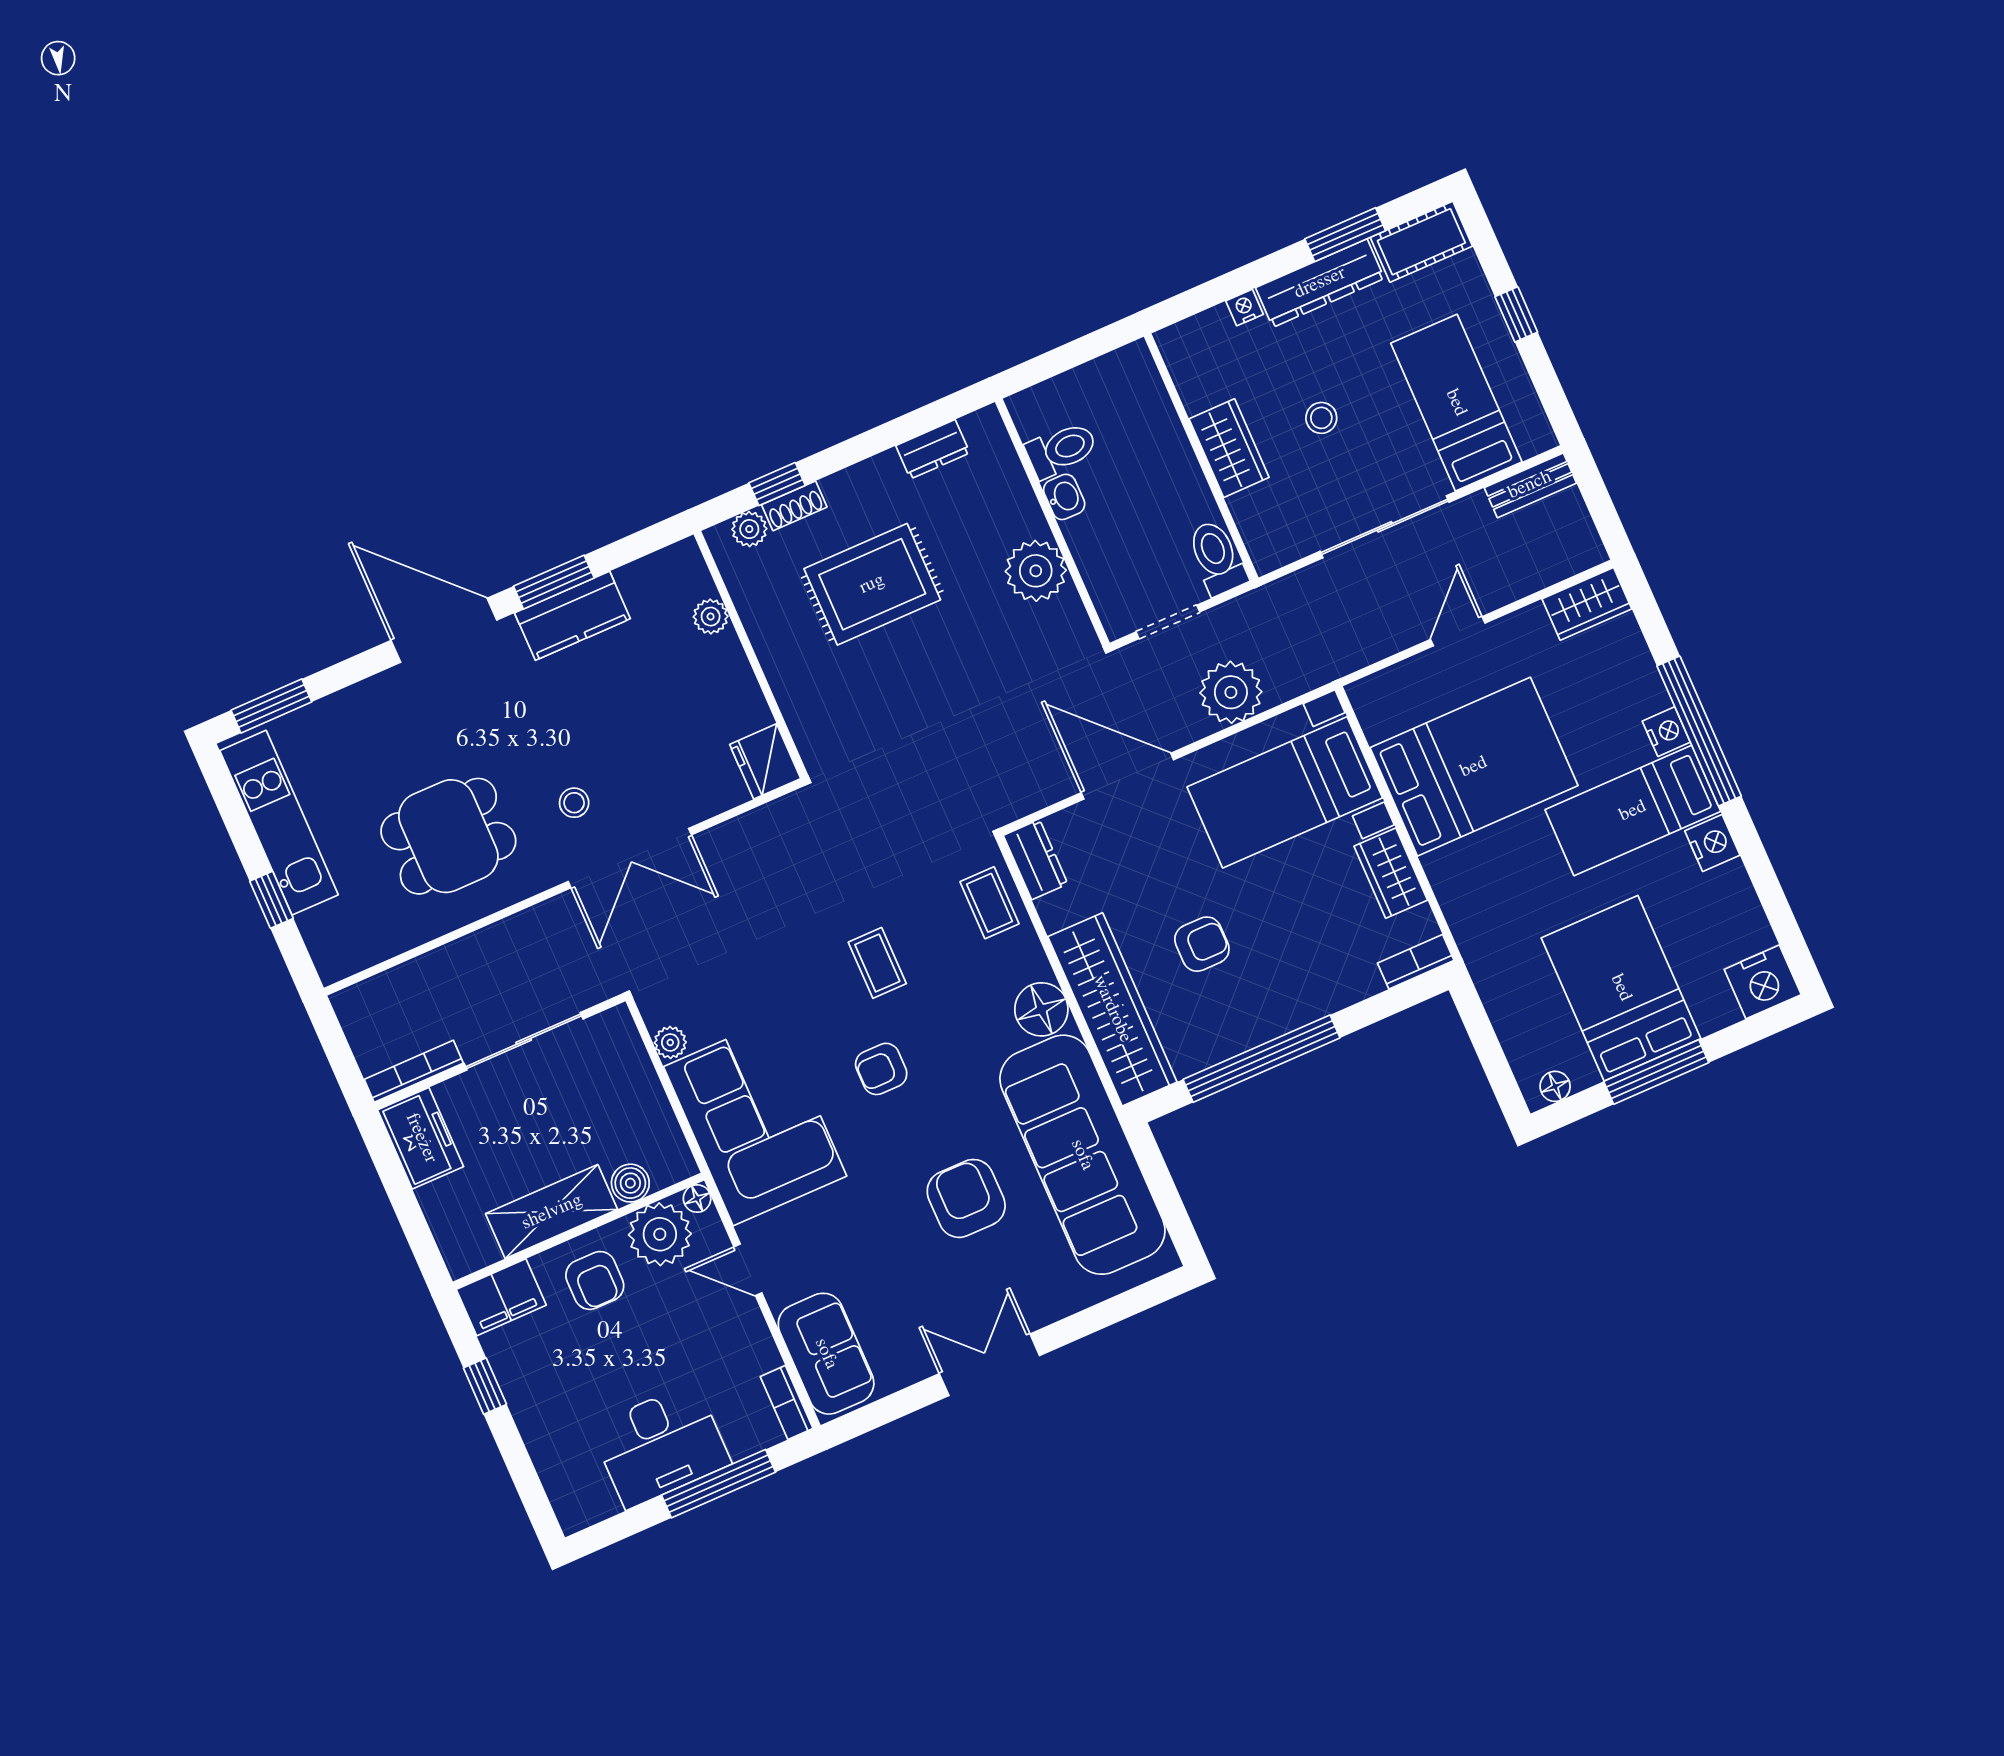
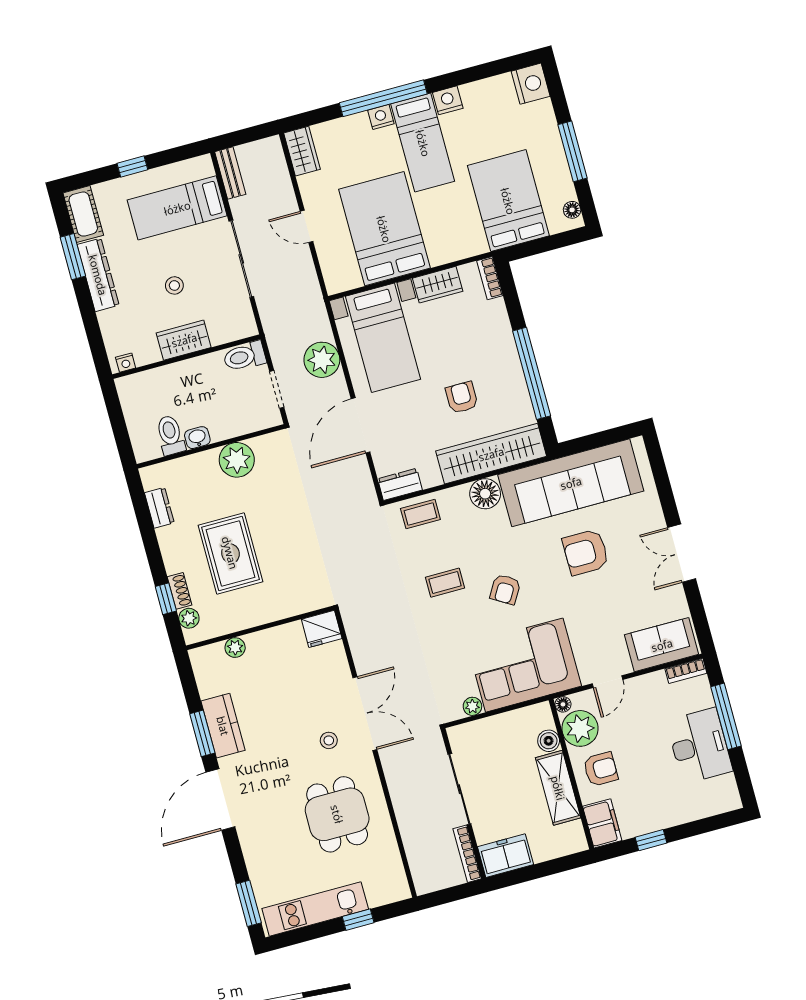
nightstand: (1245, 308) -> (126, 363), moved, turned -90
bed: (1621, 988) -> (508, 201), moved, turned 90
armchair: (881, 1069) -> (505, 589), turned 31

